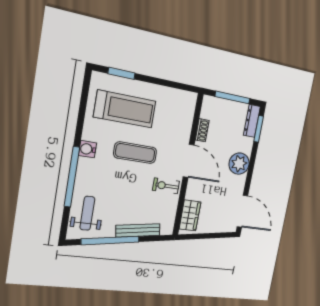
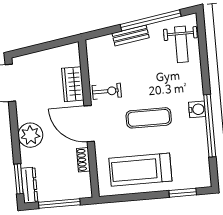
treadmill: (125, 109) -> (140, 170), moved
window: (72, 177) -> (210, 126), moved
wardrobe: (190, 215) -> (73, 84), moved
bench: (138, 230) -> (131, 35), width x0.73

